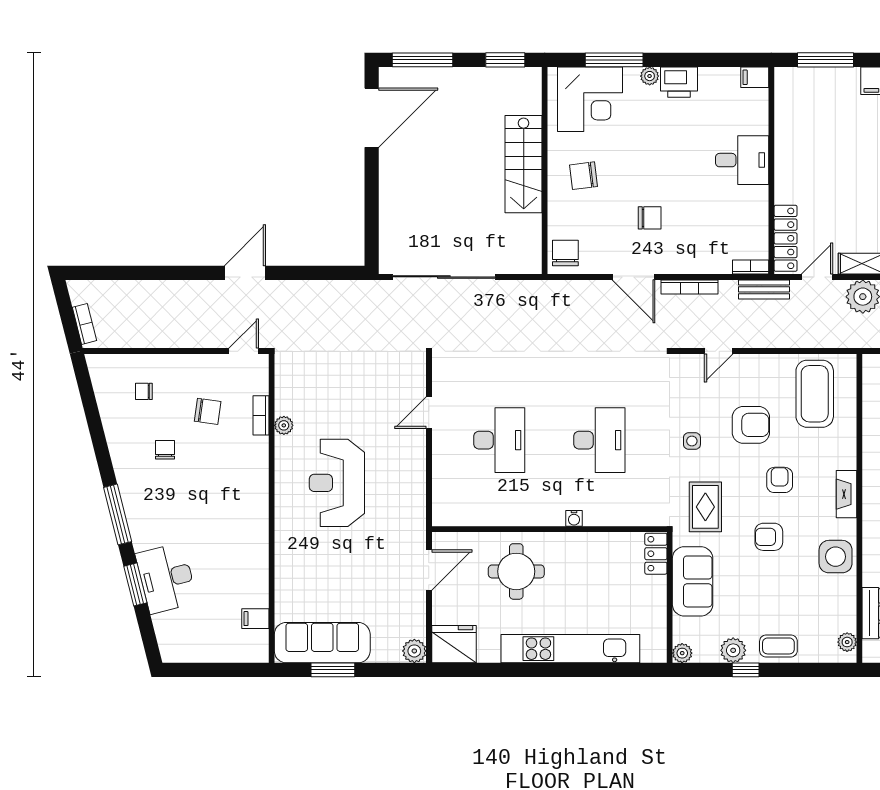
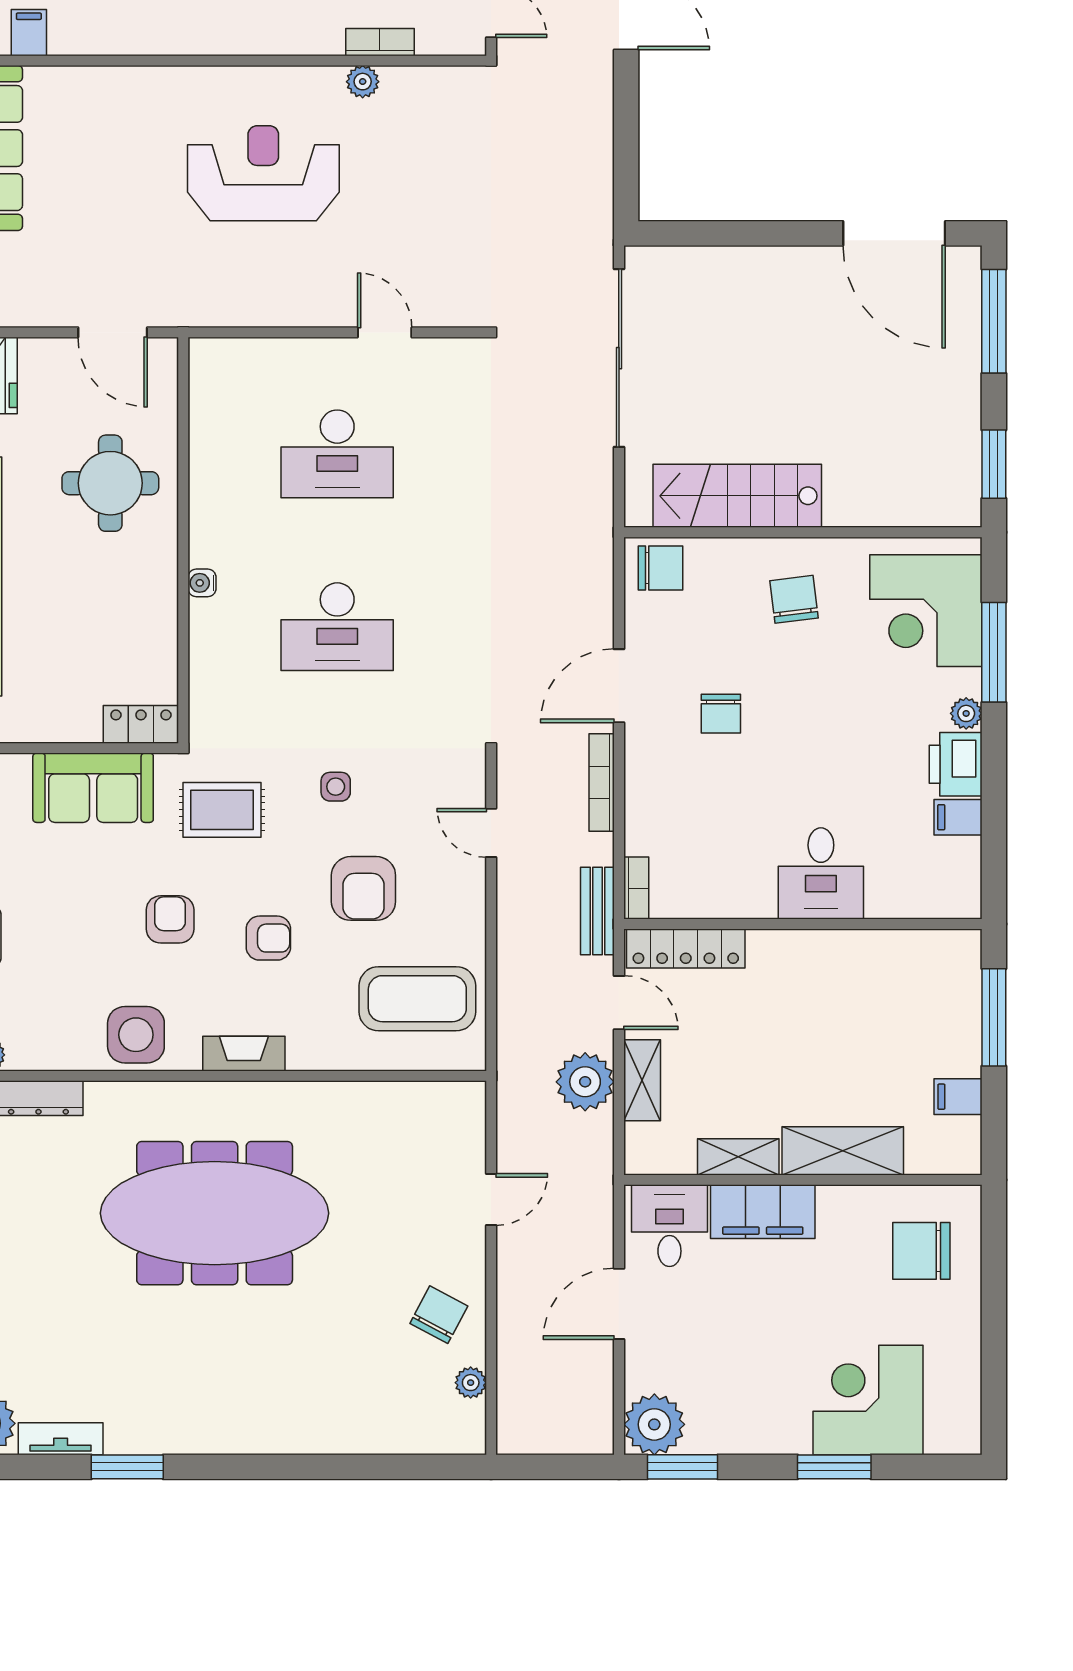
filing cabinet: (755, 77) -> (958, 817), moved, turned -90
stairs: (524, 164) -> (737, 496), moved

